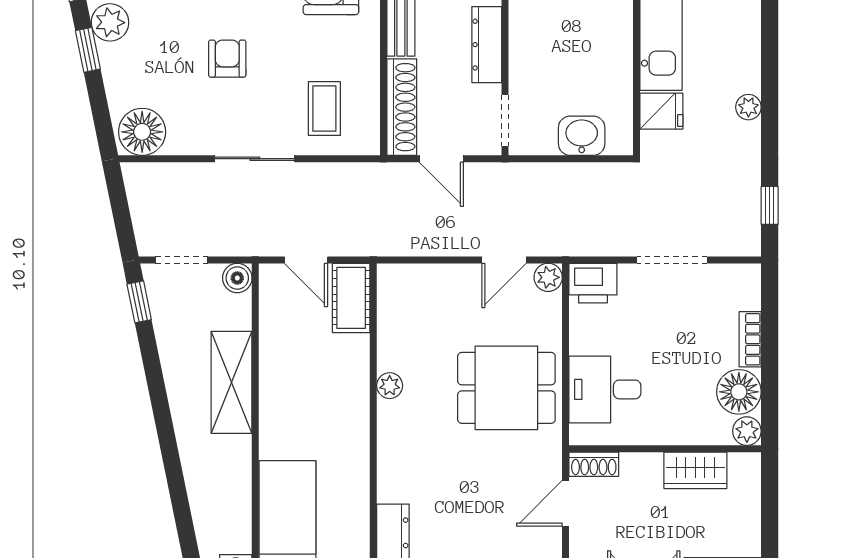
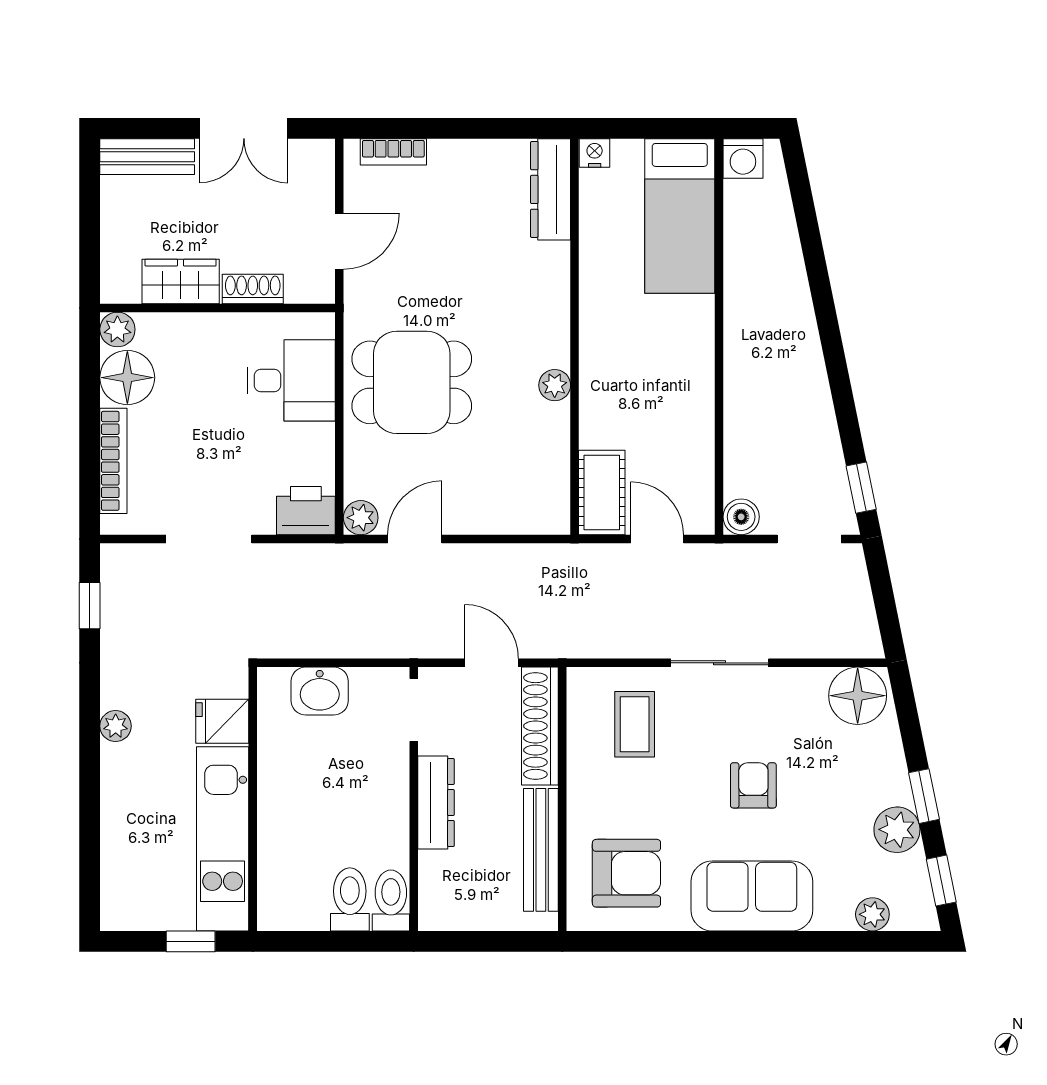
armchair: (227, 59) -> (753, 785), turned 180
bookcase: (750, 339) -> (113, 461), width x1.56
shelving: (232, 382) -> (748, 389), removed
shoe rack: (594, 464) -> (253, 289), moved

